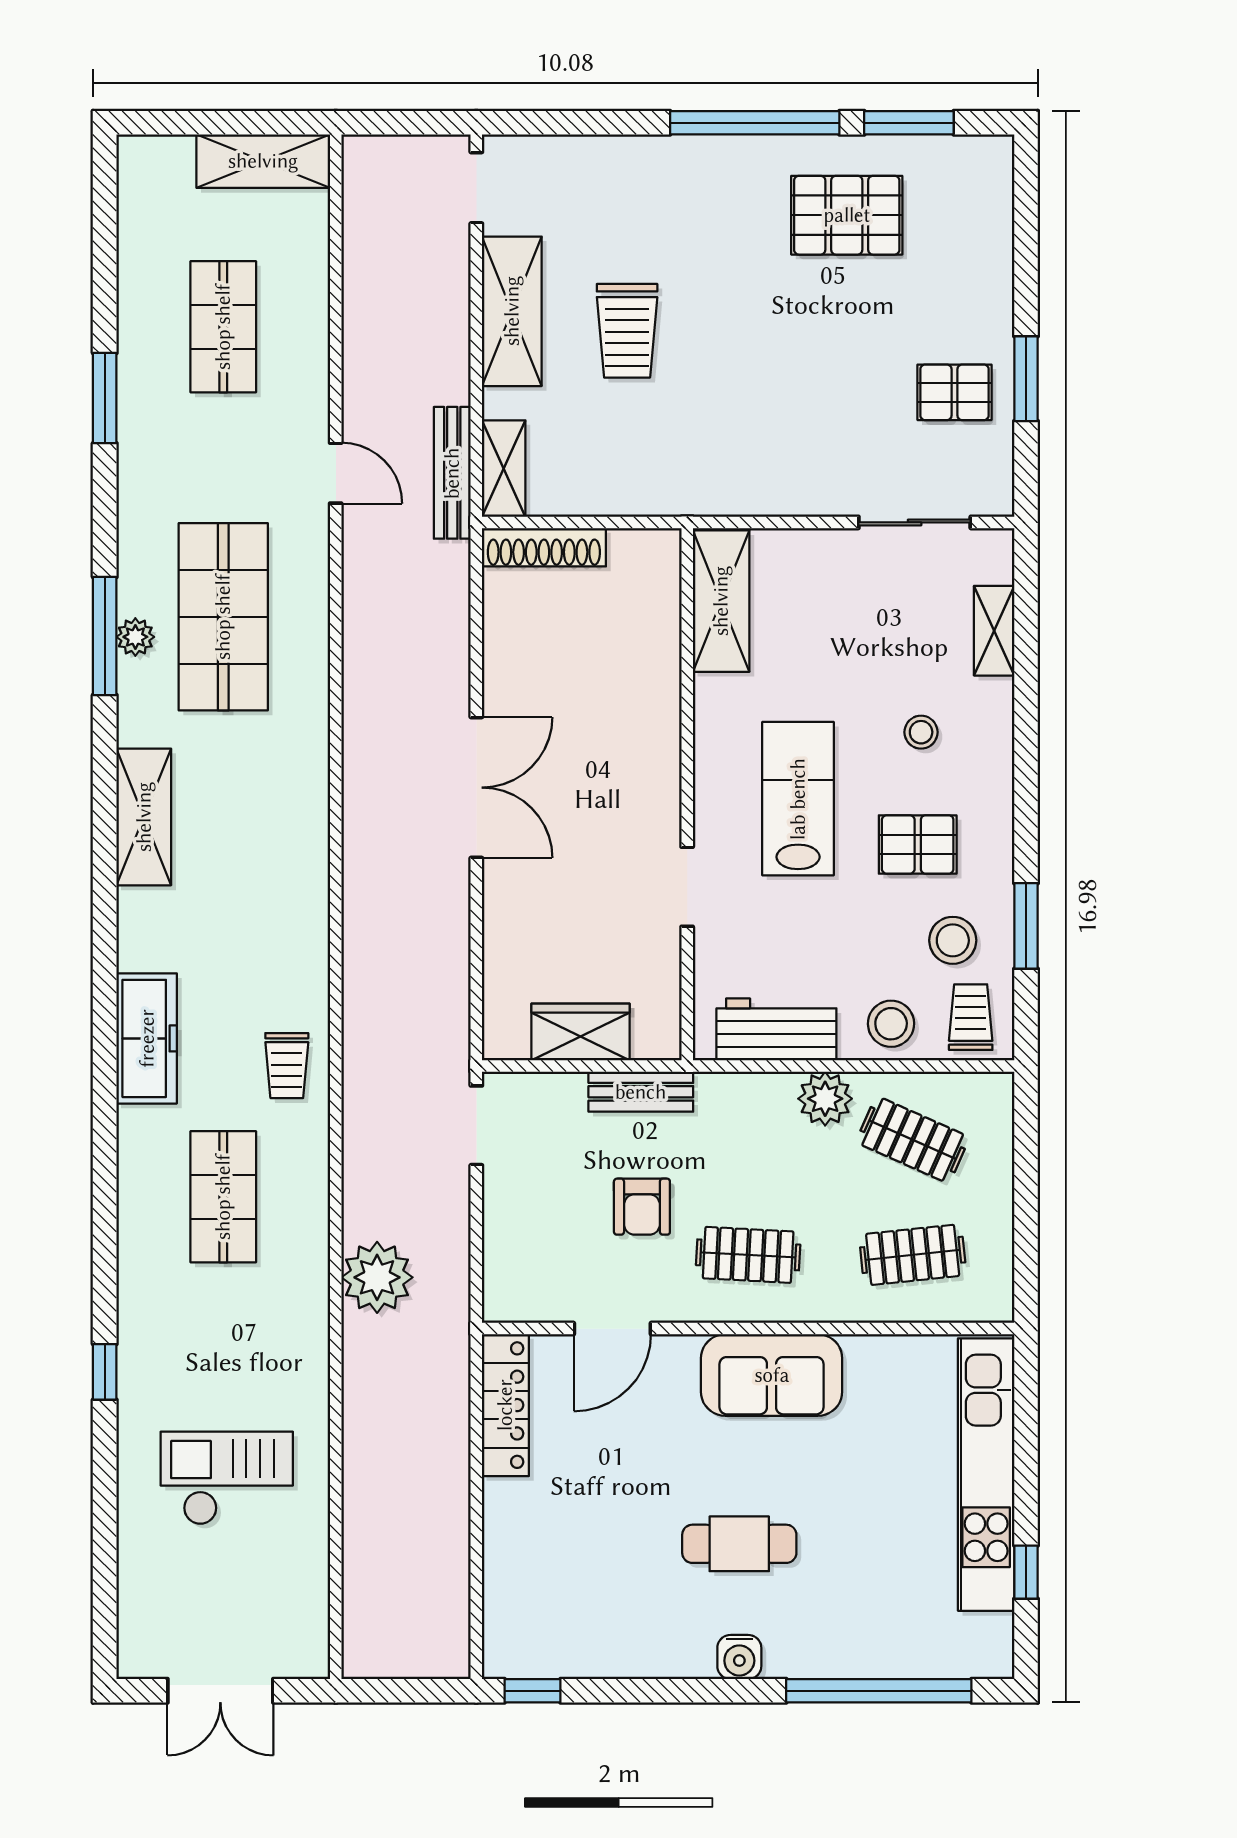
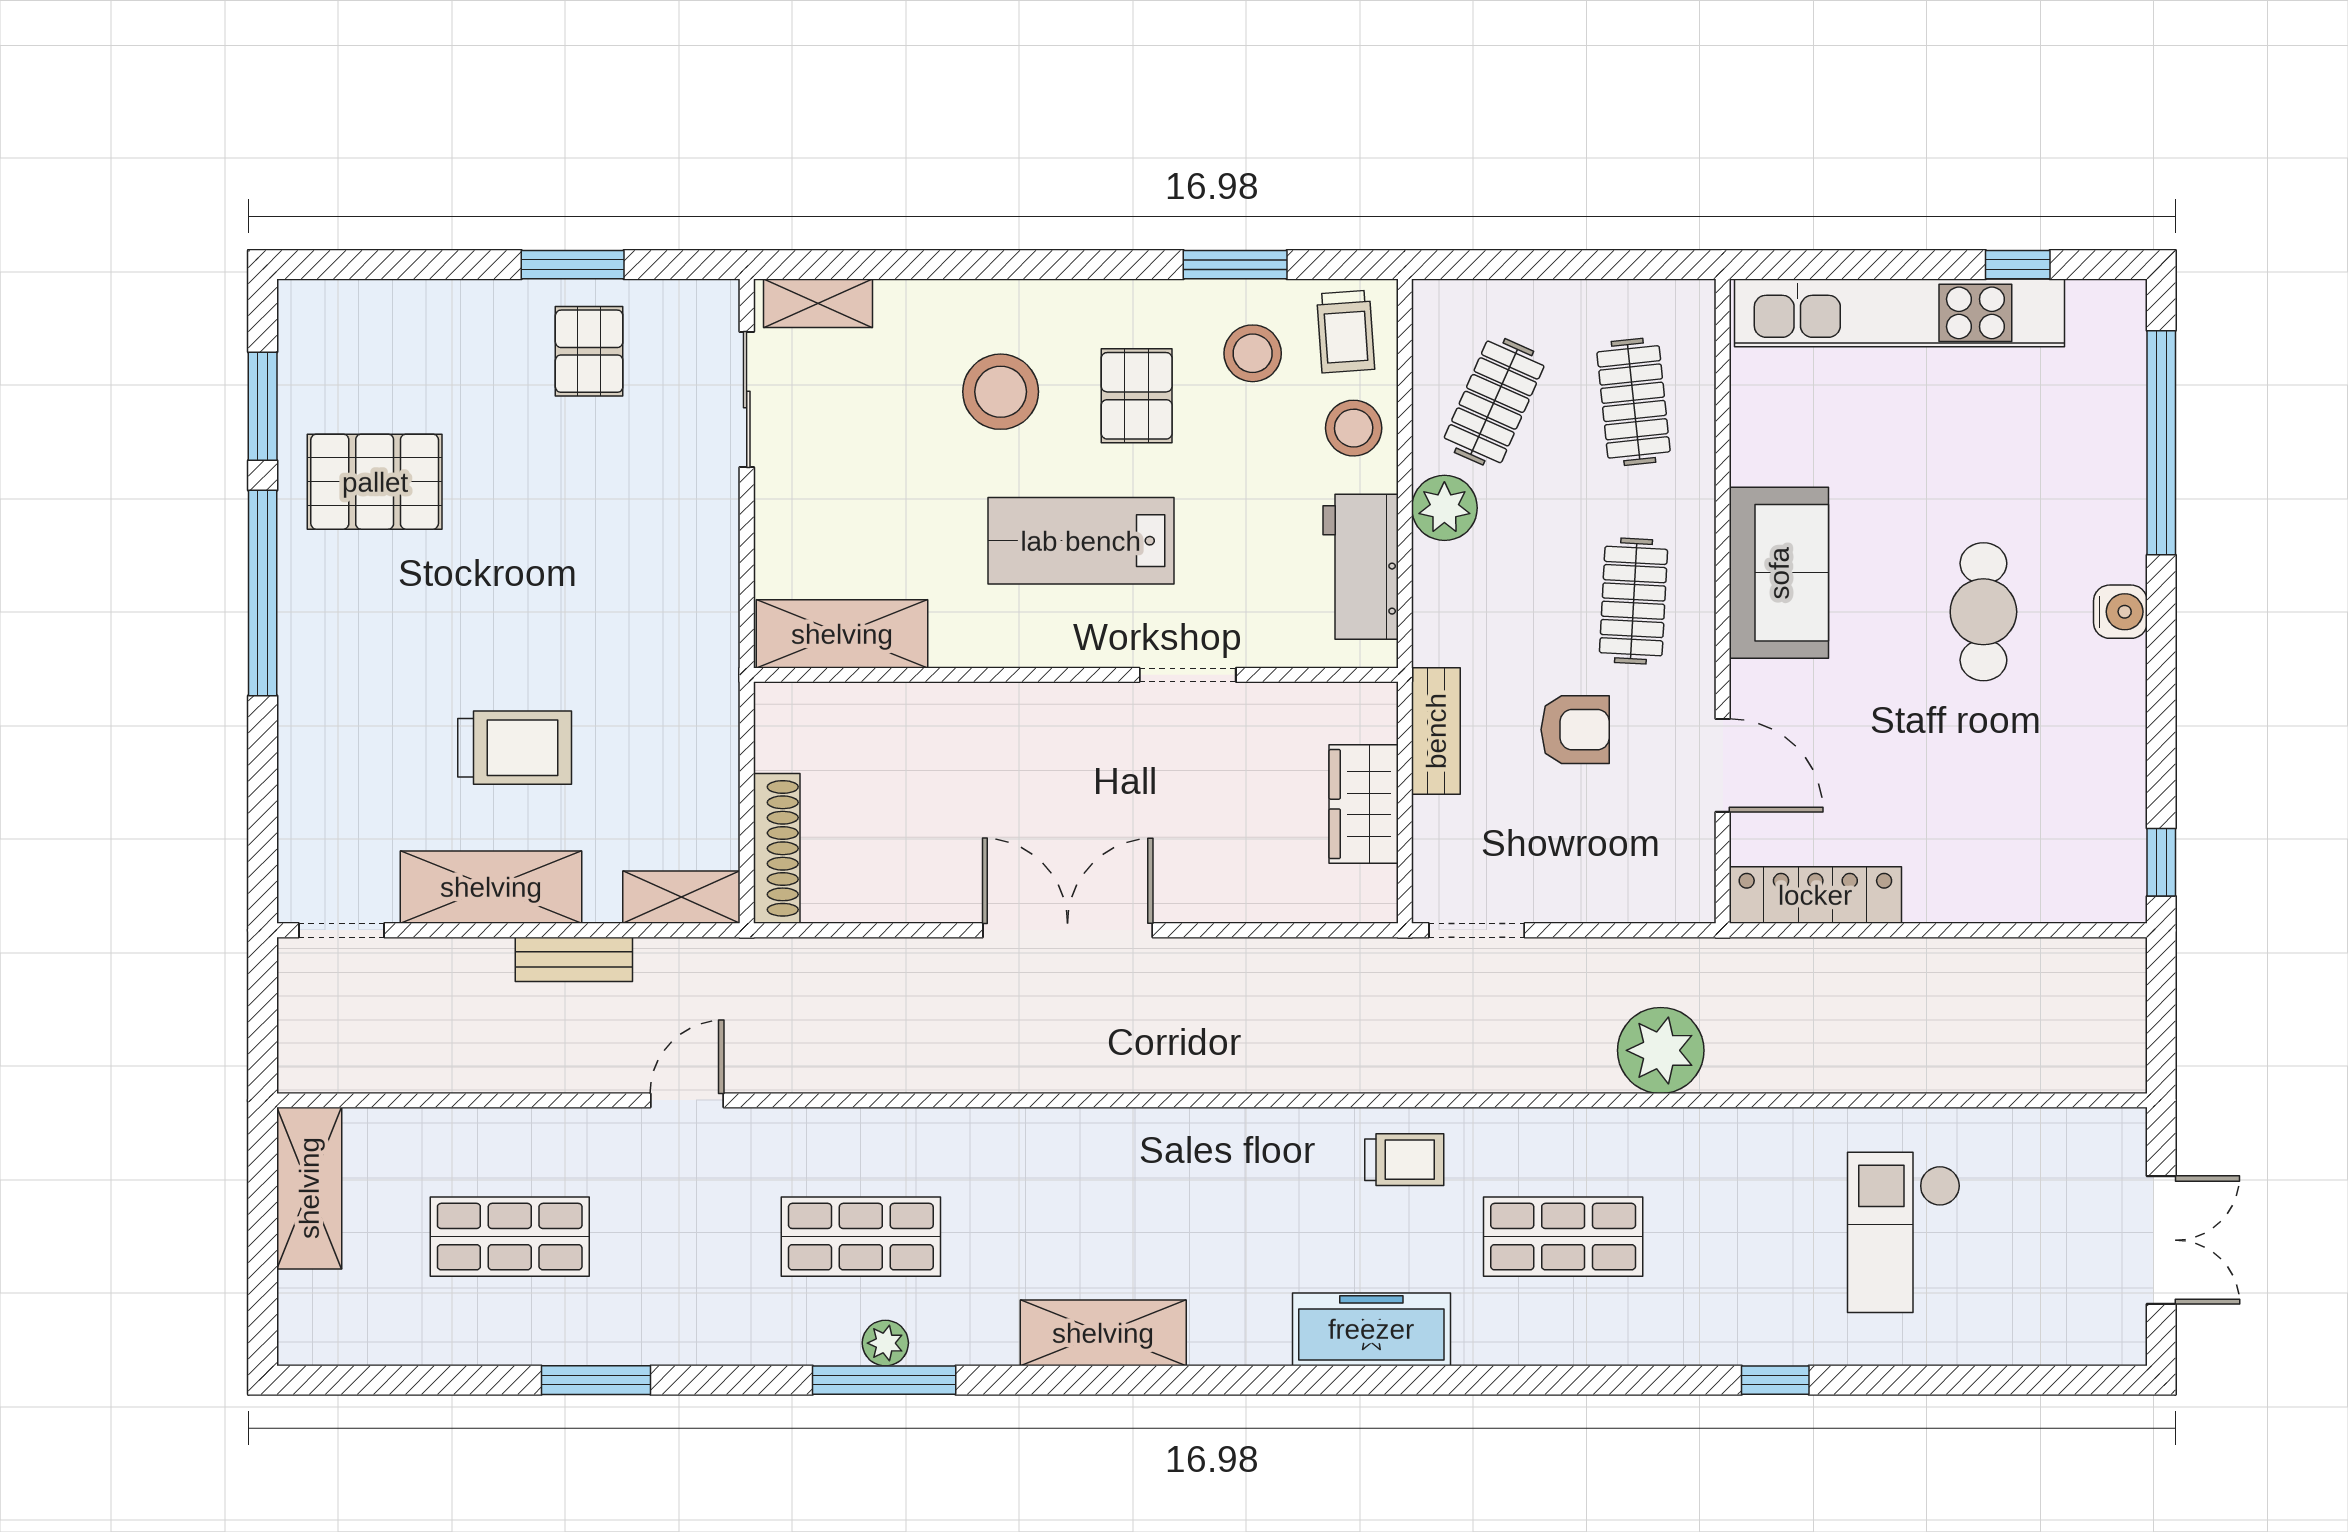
pallet: (847, 215) -> (375, 482), turned 90
bench: (452, 473) -> (574, 959), moved, width x0.73
shop shelf: (223, 617) -> (861, 1237), width x0.70, depth x0.74
shelving: (994, 631) -> (818, 303), moved
stool: (921, 732) -> (1001, 392), width x1.89, depth x1.89
trolley: (971, 1017) -> (1346, 332), turned -94

